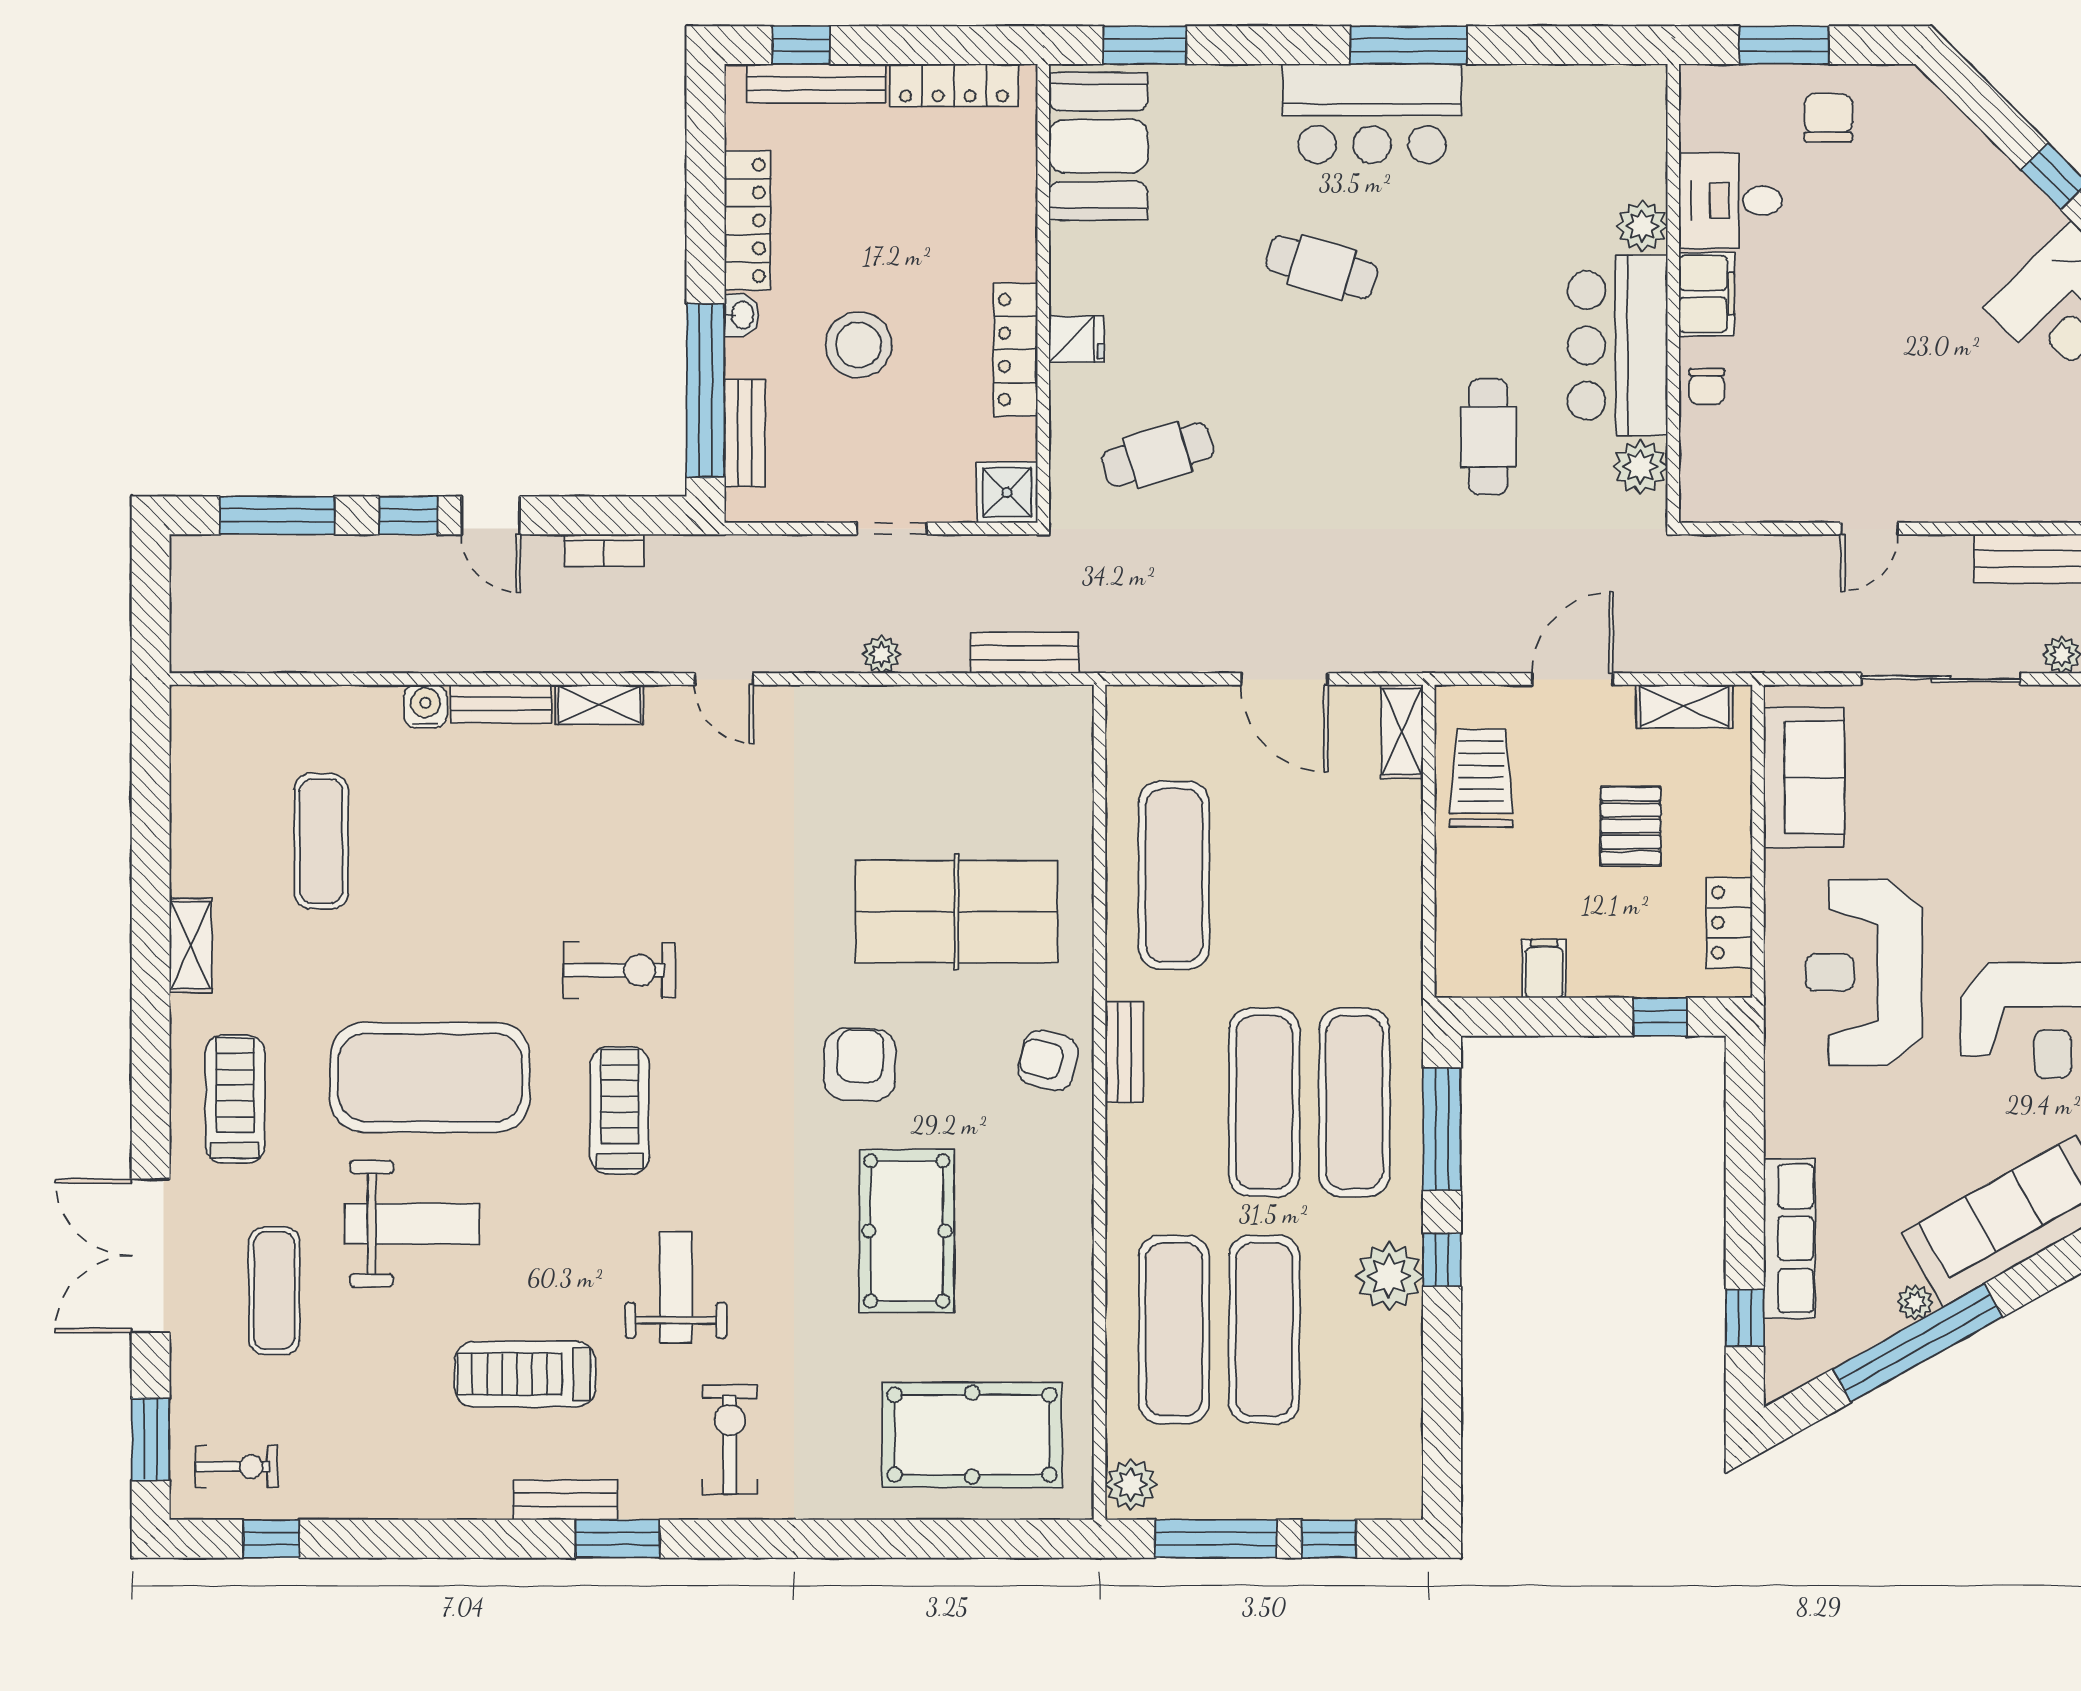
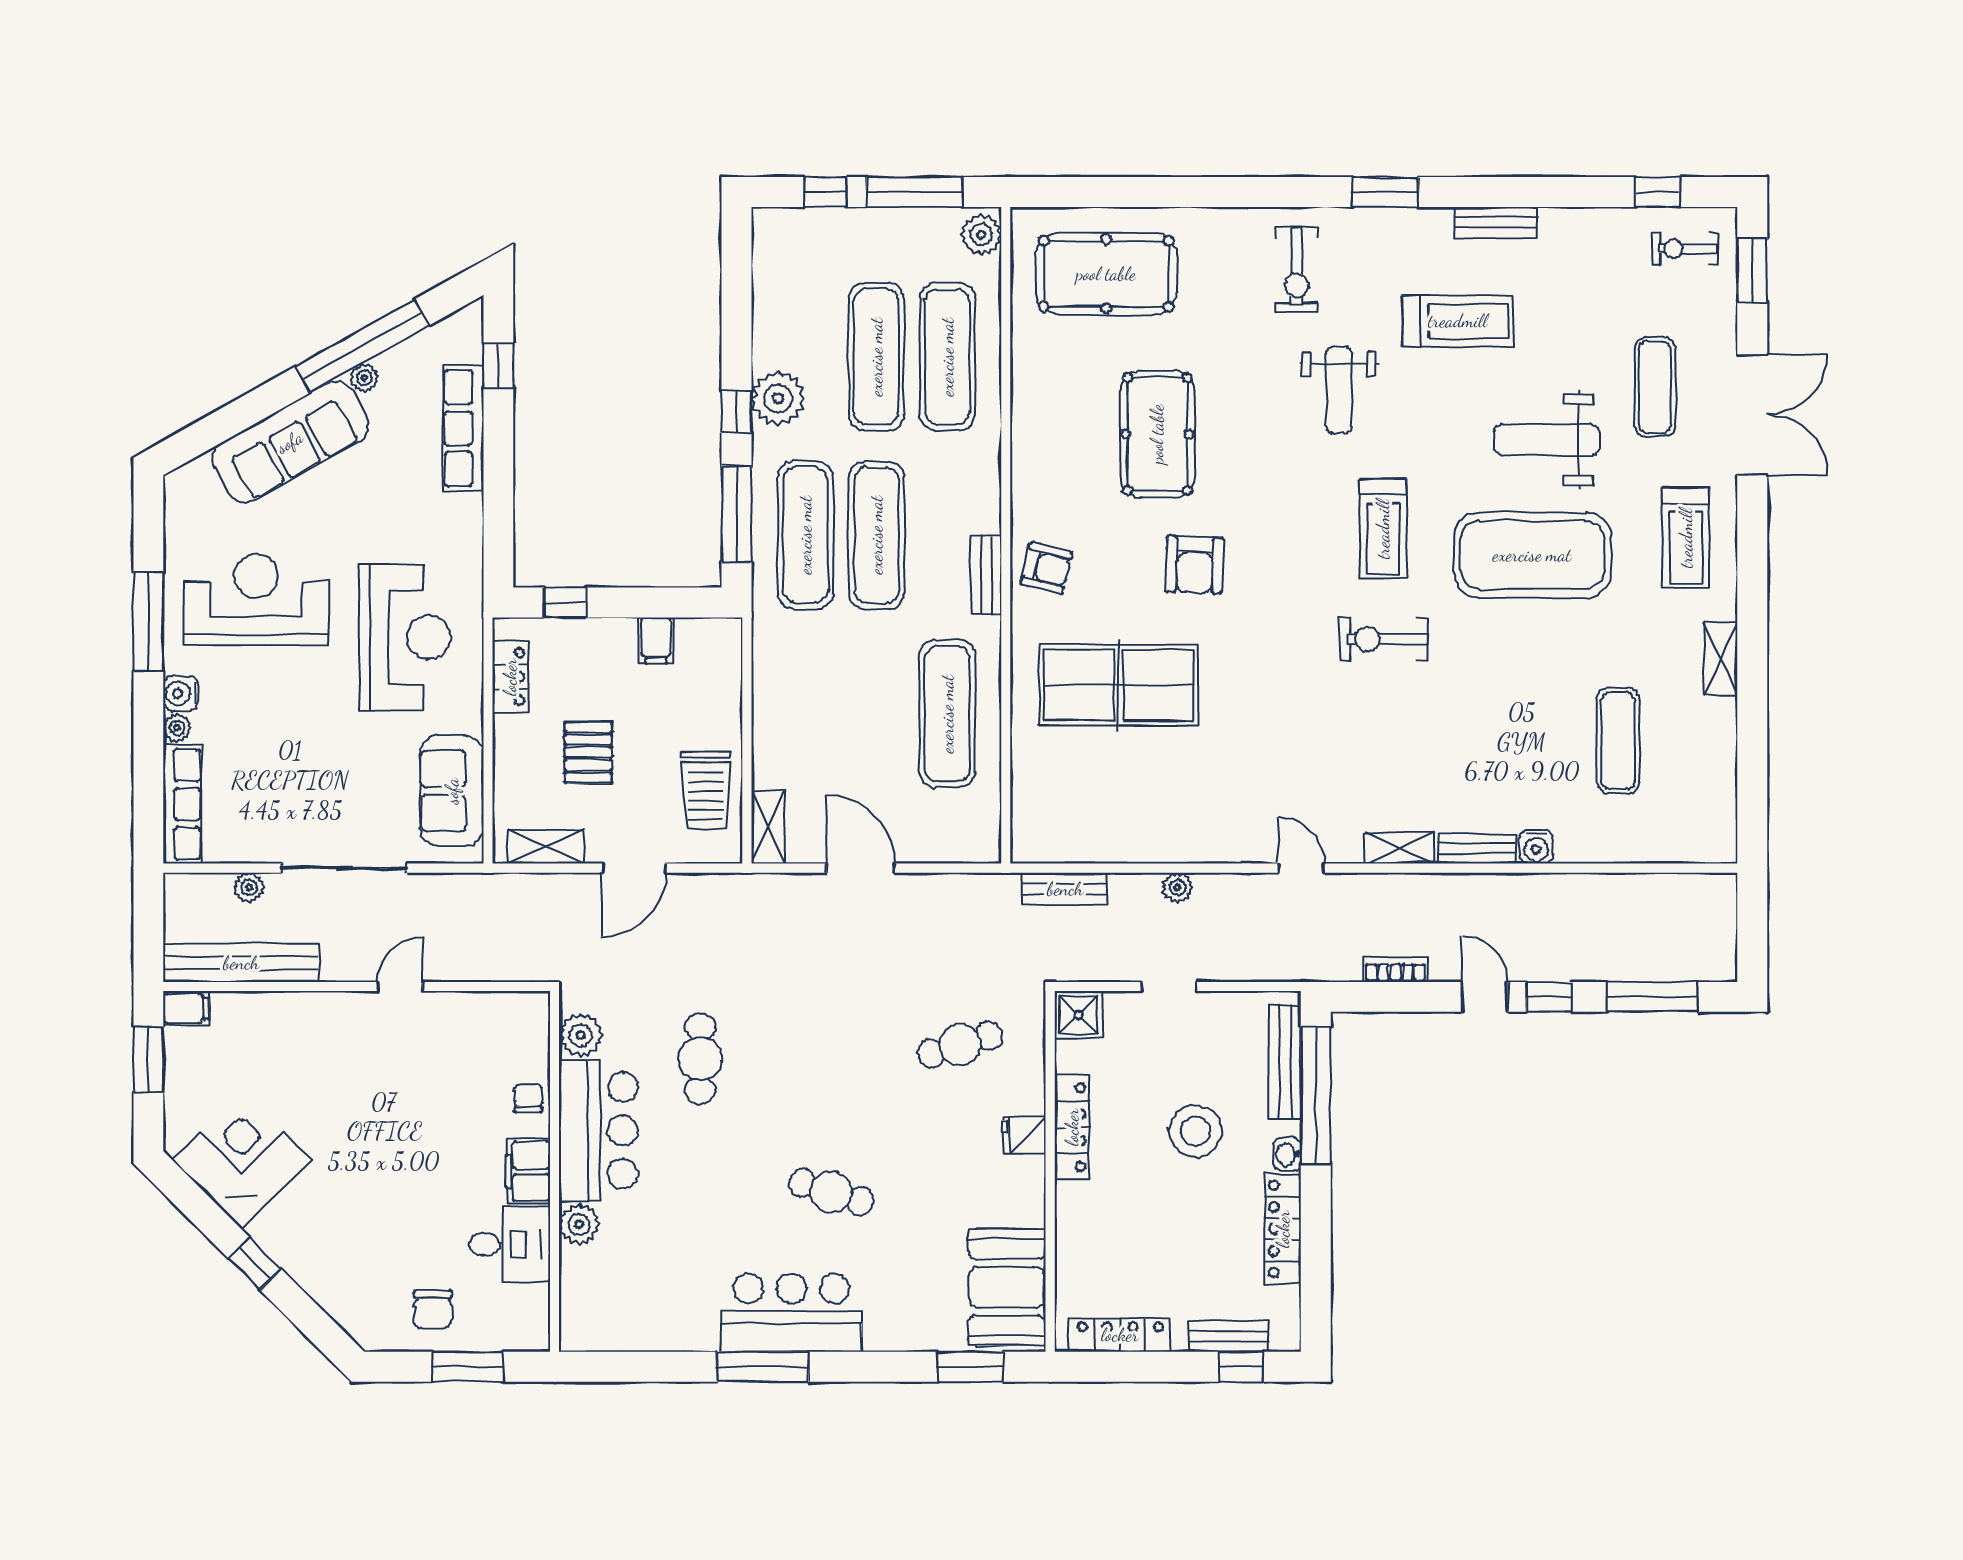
bench: (816, 83) -> (1229, 1337), width x0.73
bench: (745, 433) -> (1285, 1062), width x1.36
bench: (565, 1500) -> (1496, 222), moved

